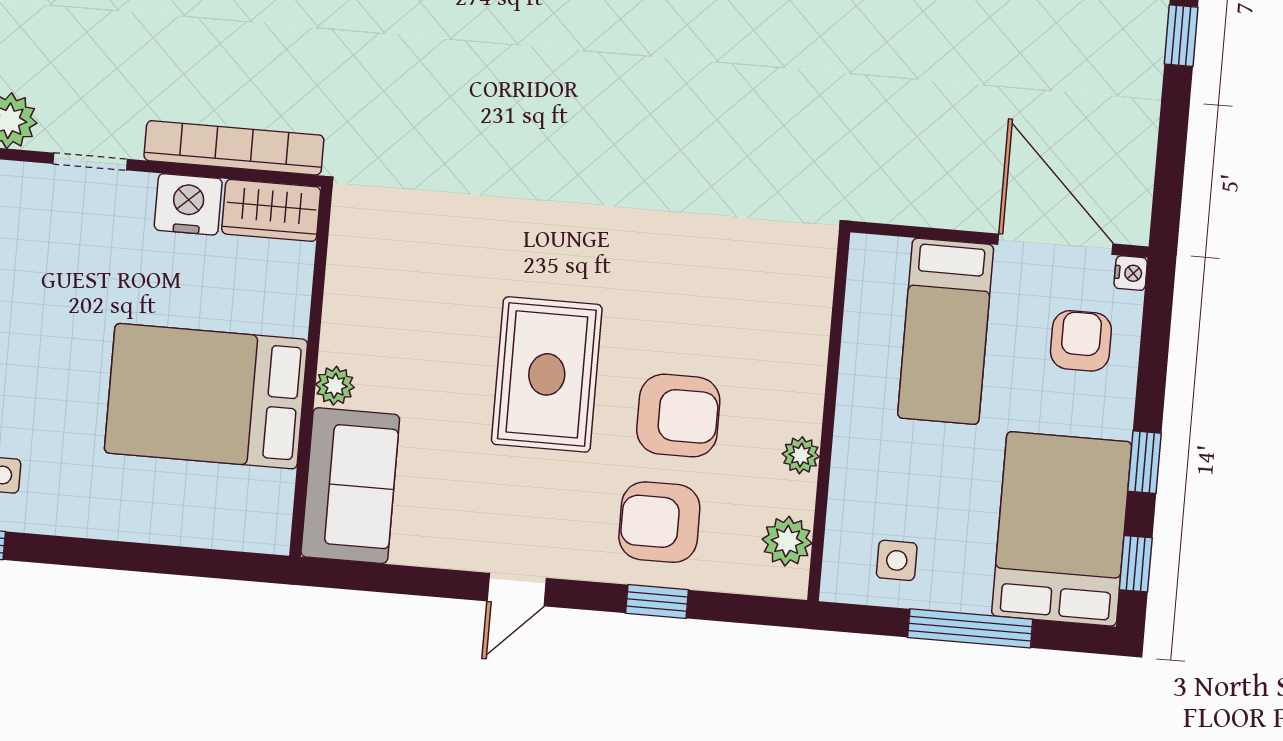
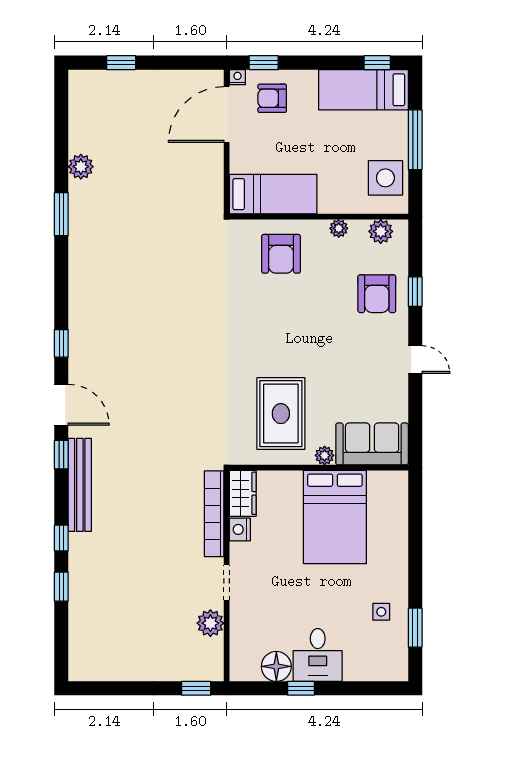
nightstand: (188, 204) -> (240, 529), width x0.74, depth x0.75
bed: (946, 331) -> (273, 194), moved
rug: (547, 374) -> (281, 414), moved, turned 90
armchair: (678, 416) -> (281, 254), moved, turned 180
window: (1145, 462) -> (264, 63), moved
bed: (1062, 529) -> (363, 90), width x0.67
side table: (897, 560) -> (385, 178), width x1.87, depth x1.87

